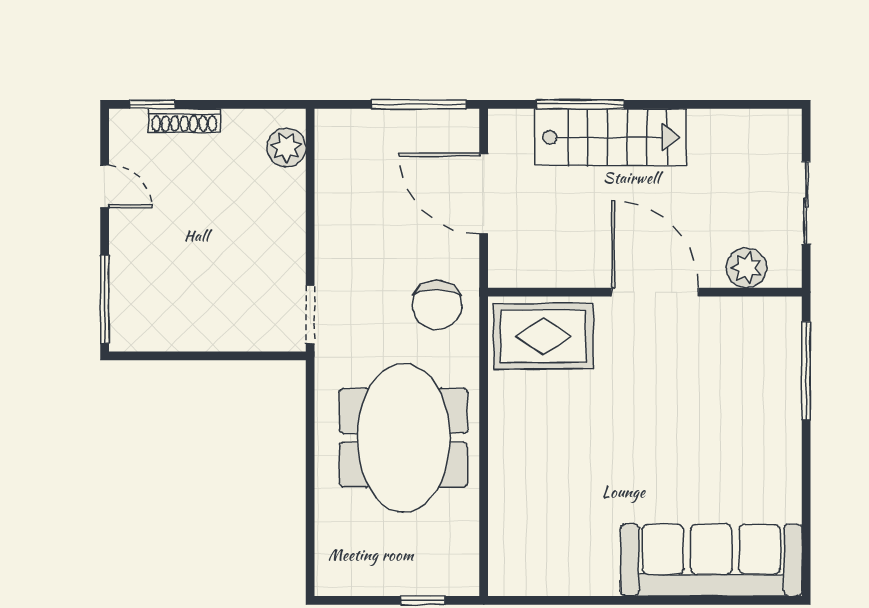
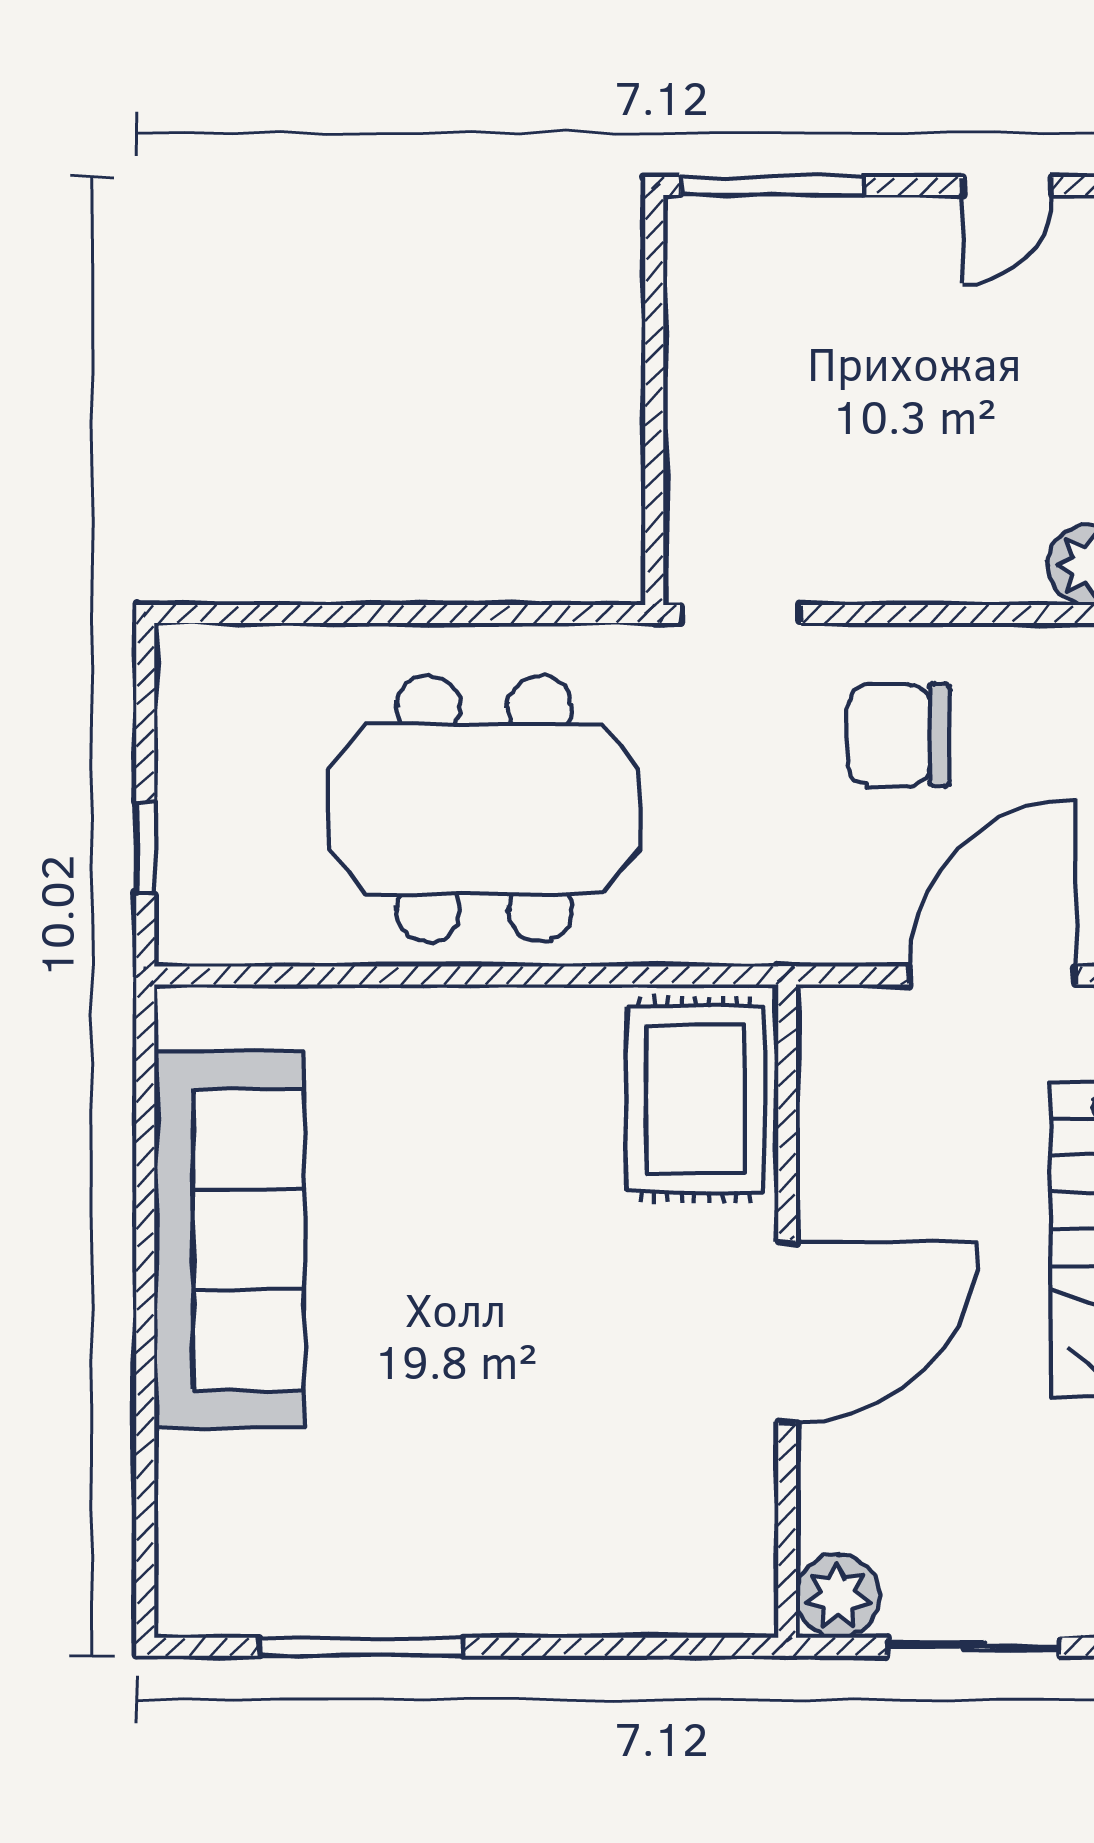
plant: (746, 268) -> (838, 1596), moved
chair: (437, 305) -> (899, 735), moved
window: (806, 371) -> (361, 1647), moved
sofa: (711, 560) -> (229, 1239), moved

